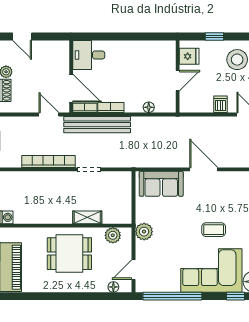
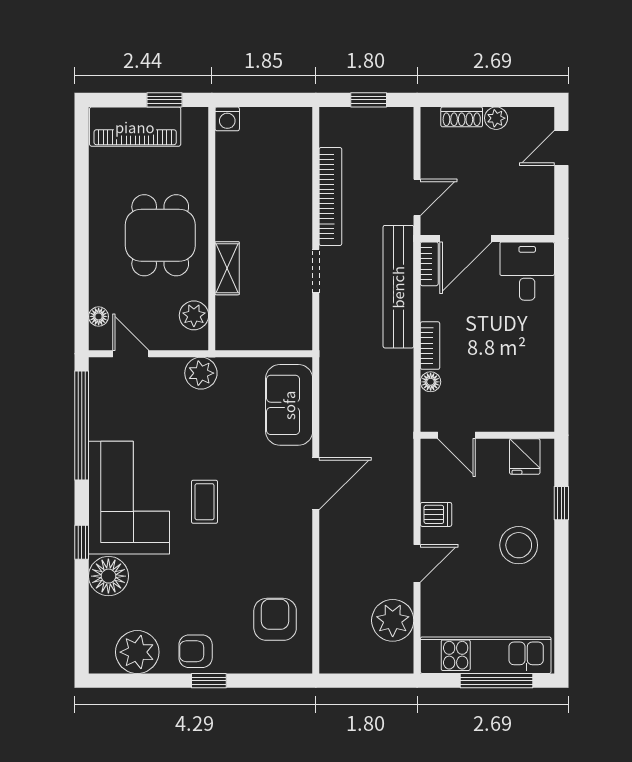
door: (178, 81) -> (456, 435), moved
bookcase: (111, 108) -> (430, 346), moved

